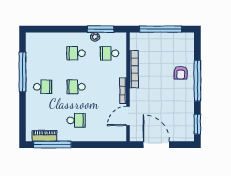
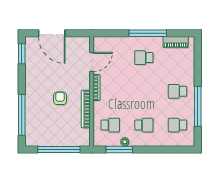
armchair: (181, 73) -> (60, 98), moved
window: (197, 81) -> (22, 115), moved
school desk: (76, 87) -> (178, 125), moved, turned 180
window: (52, 145) -> (148, 33), moved
door: (156, 145) -> (52, 33), moved

